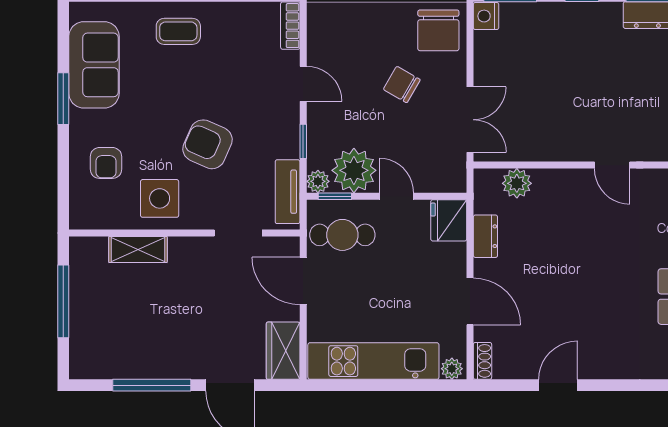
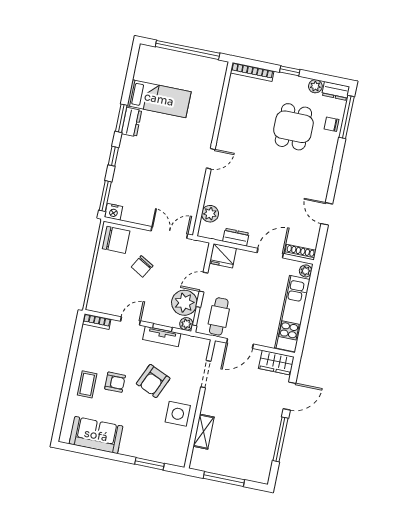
window: (63, 99) -> (149, 464), moved
armchair: (106, 163) -> (115, 382), moved
tv unit: (288, 192) -> (162, 336), moved
shoe rack: (482, 361) -> (300, 252), width x1.43

